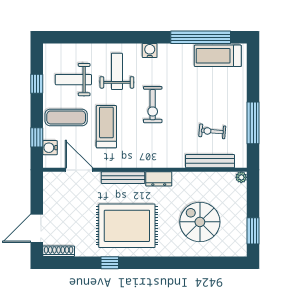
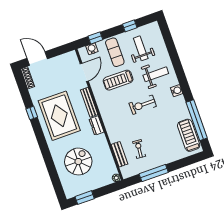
treadmill: (106, 127) -> (118, 80), turned 180
bench: (210, 161) -> (119, 154), width x0.73

